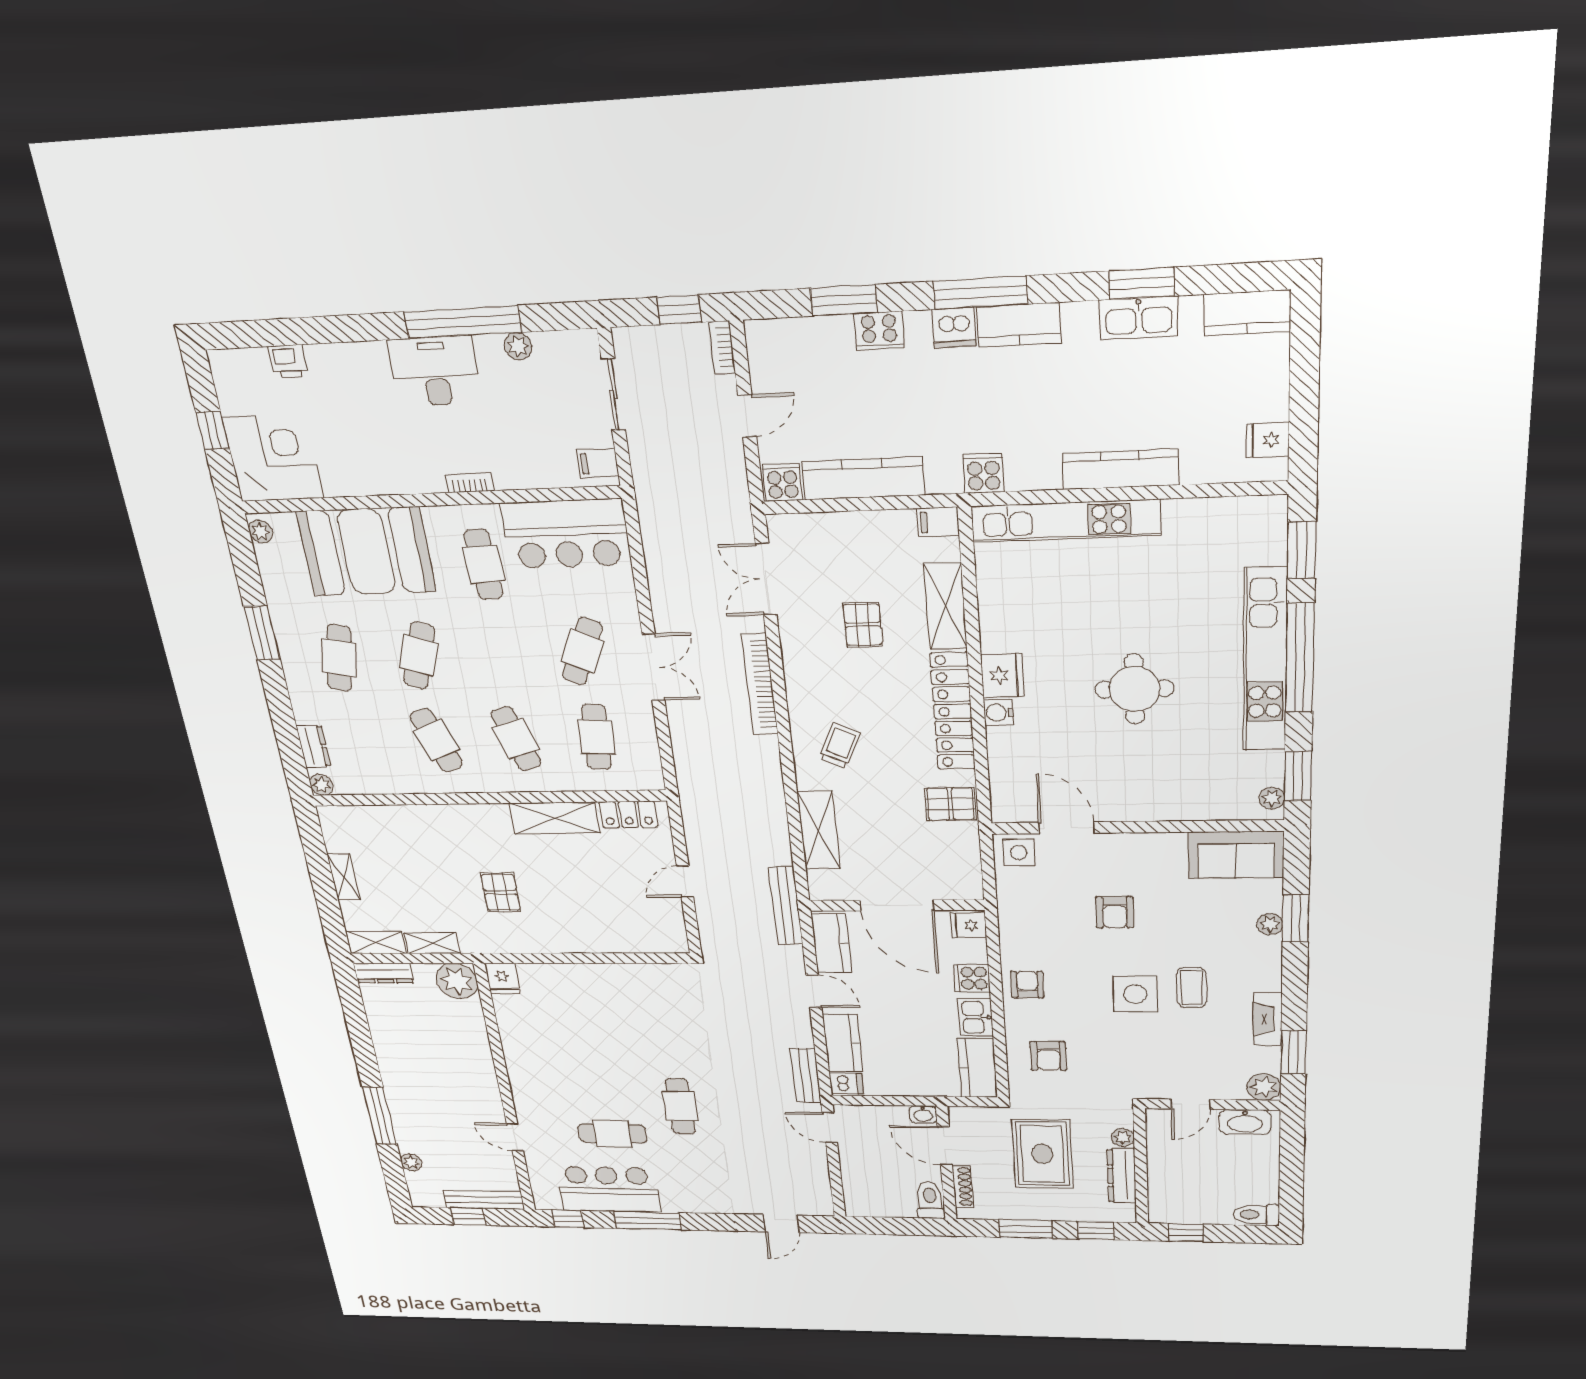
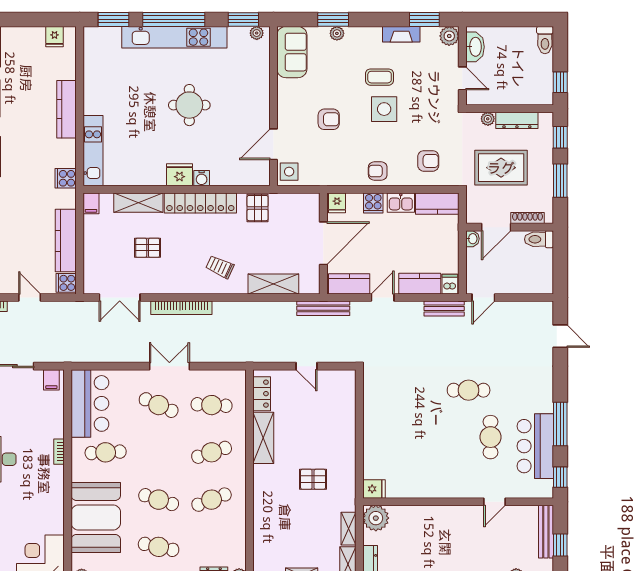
kitchen unit: (1066, 521) -> (93, 151), width x0.73

